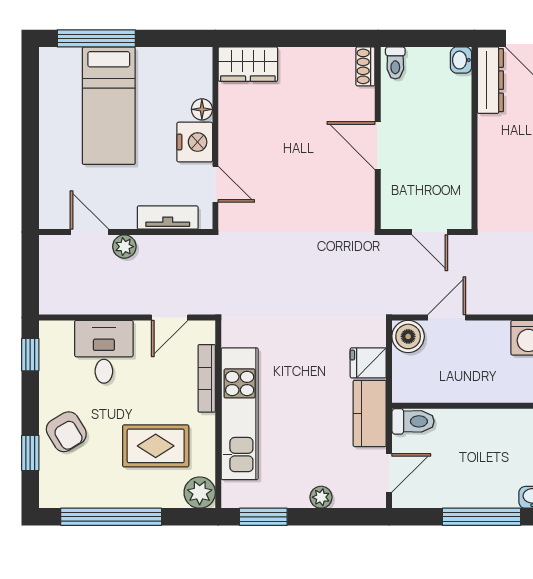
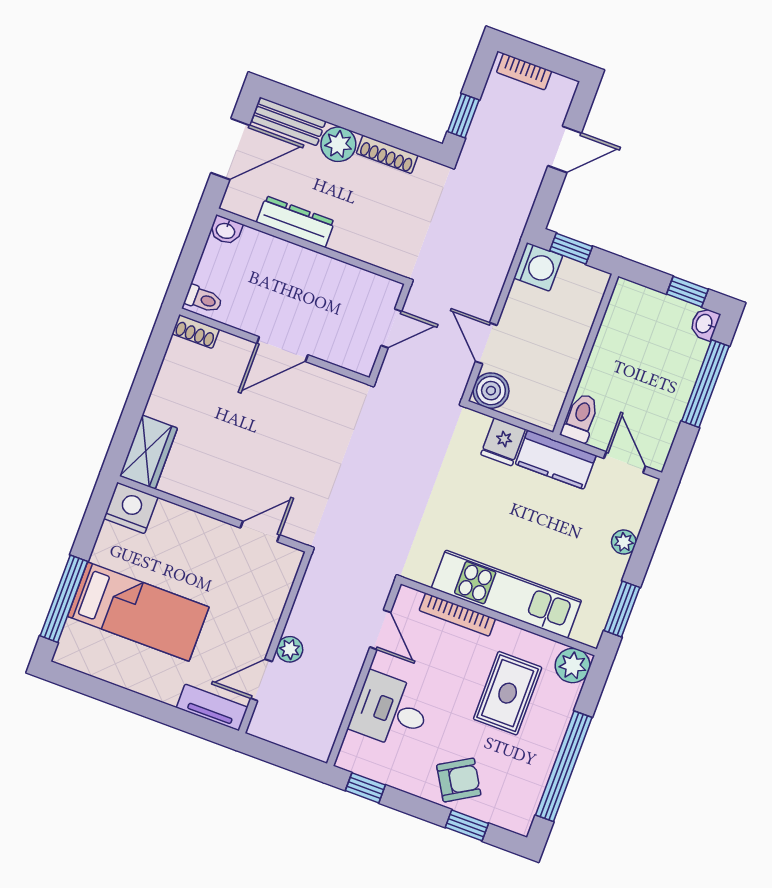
dresser: (490, 80) -> (296, 222), moved
floor lamp: (202, 109) -> (178, 517), removed
nightstand: (195, 142) -> (131, 508), moved
tv unit: (168, 218) -> (212, 707), moved, turned 90

